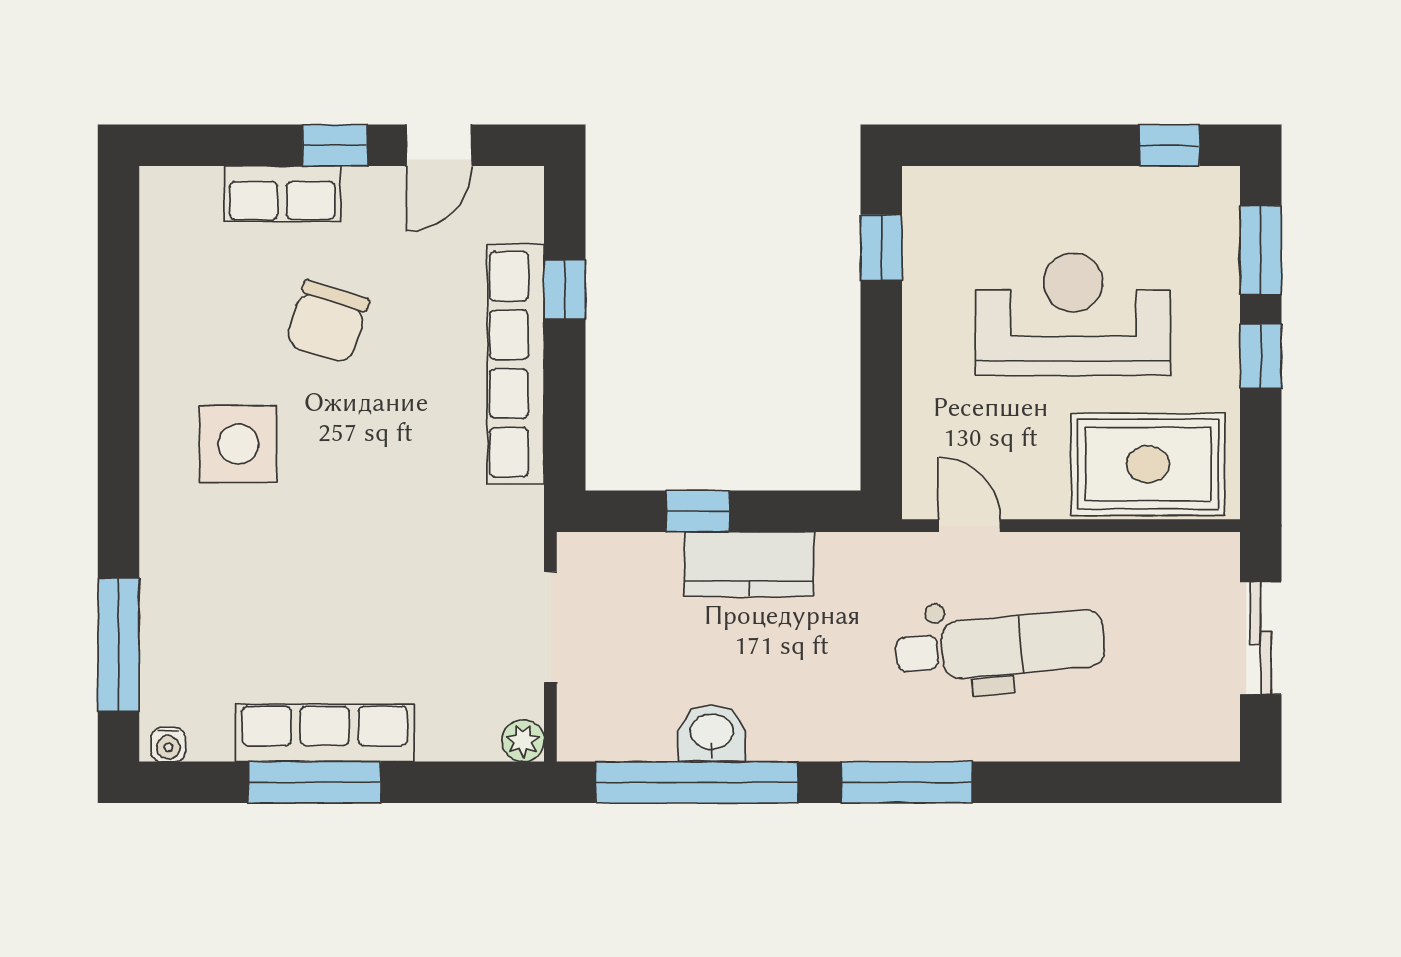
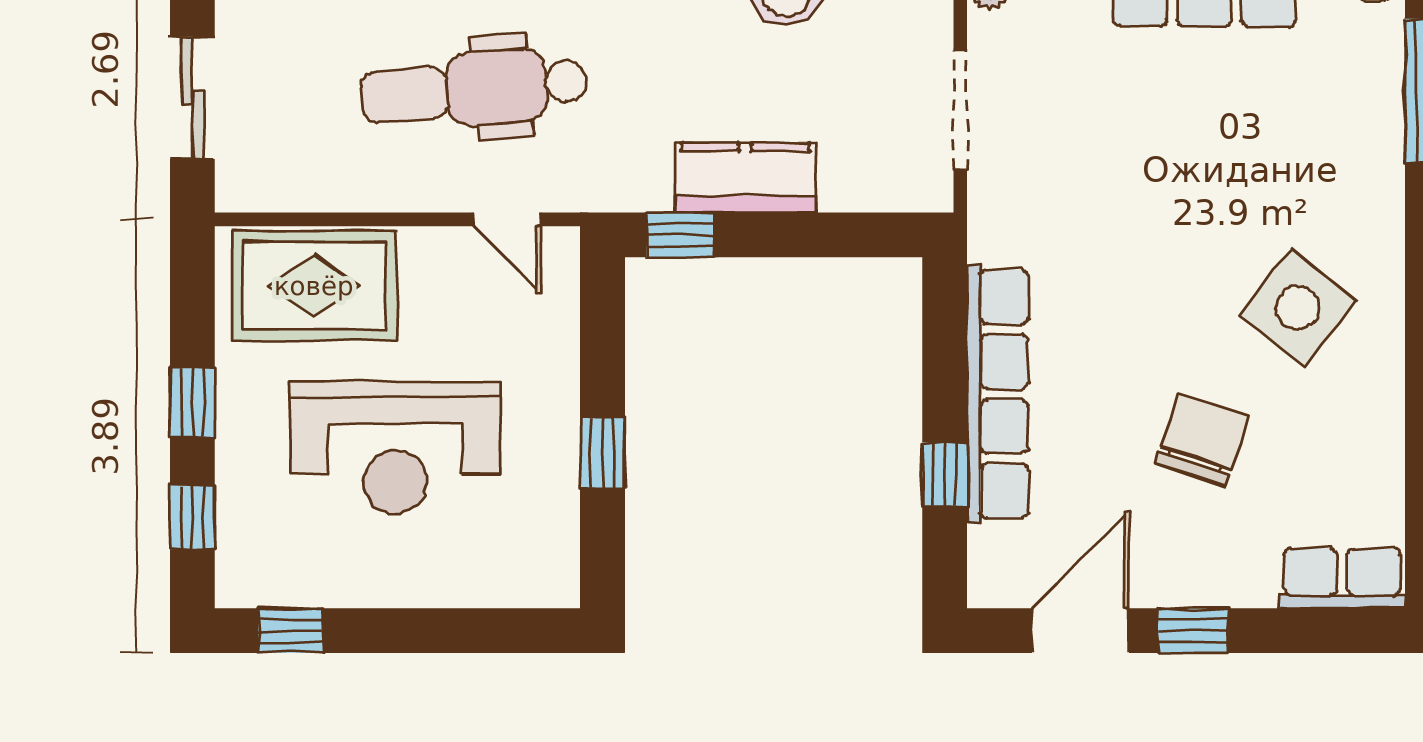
door: (439, 145) -> (1080, 631), width x1.38
row of seats: (282, 194) -> (1342, 578), moved
window: (881, 248) -> (602, 453), moved
window: (1261, 250) -> (192, 517), width x0.67
side table: (238, 444) -> (1298, 308), turned 38
window: (698, 511) -> (680, 235), moved

